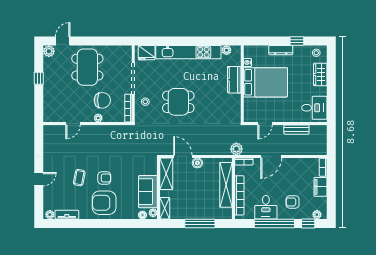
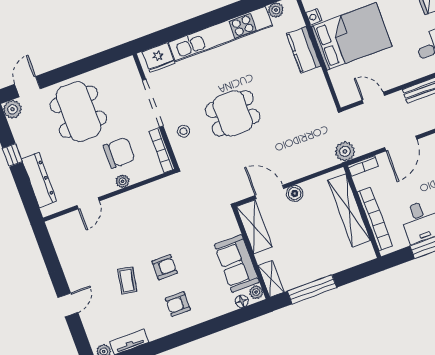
dresser: (49, 99) -> (39, 180), added
door: (265, 123) -> (373, 98), swing flipped
armchair: (104, 203) -> (178, 304), width x0.53, depth x0.53
window: (200, 223) -> (312, 289), moved

